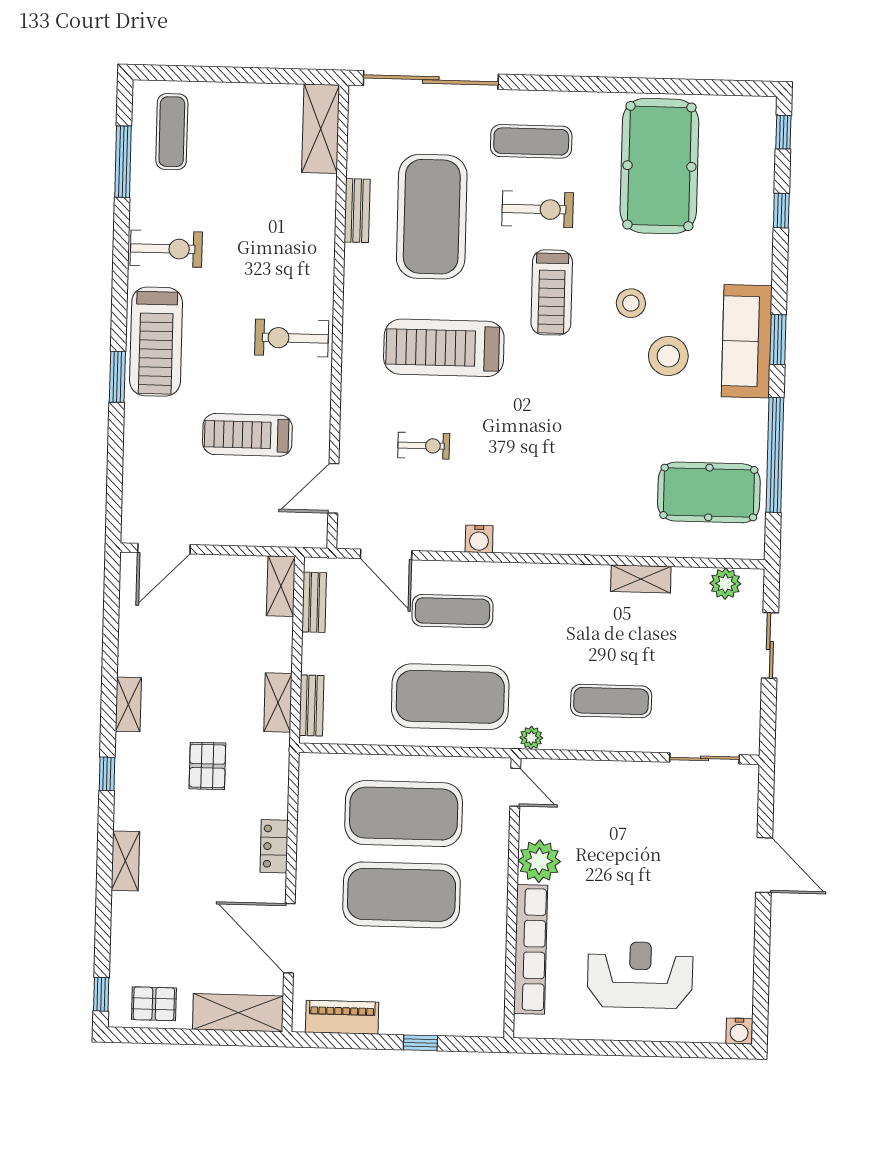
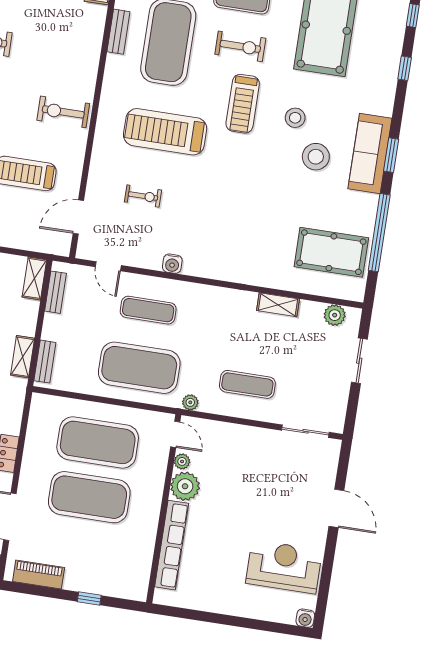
door: (386, 554) -> (108, 266), width x0.73
plant: (530, 825) -> (182, 461), added
reception desk: (640, 975) -> (284, 567), moved

